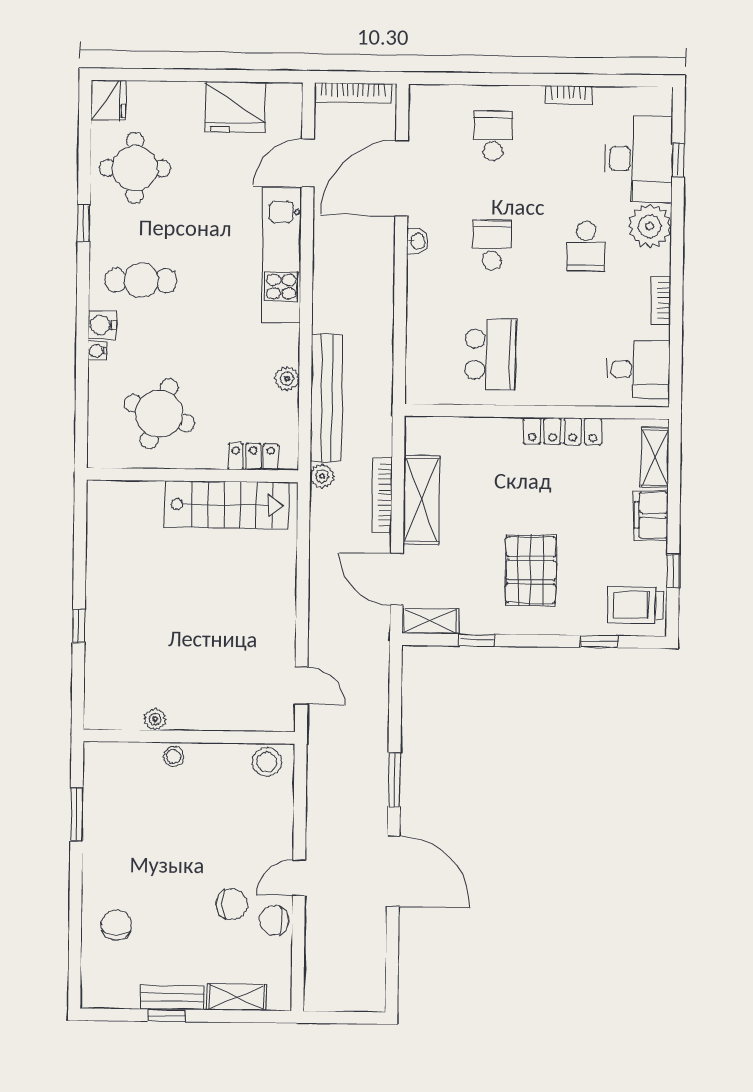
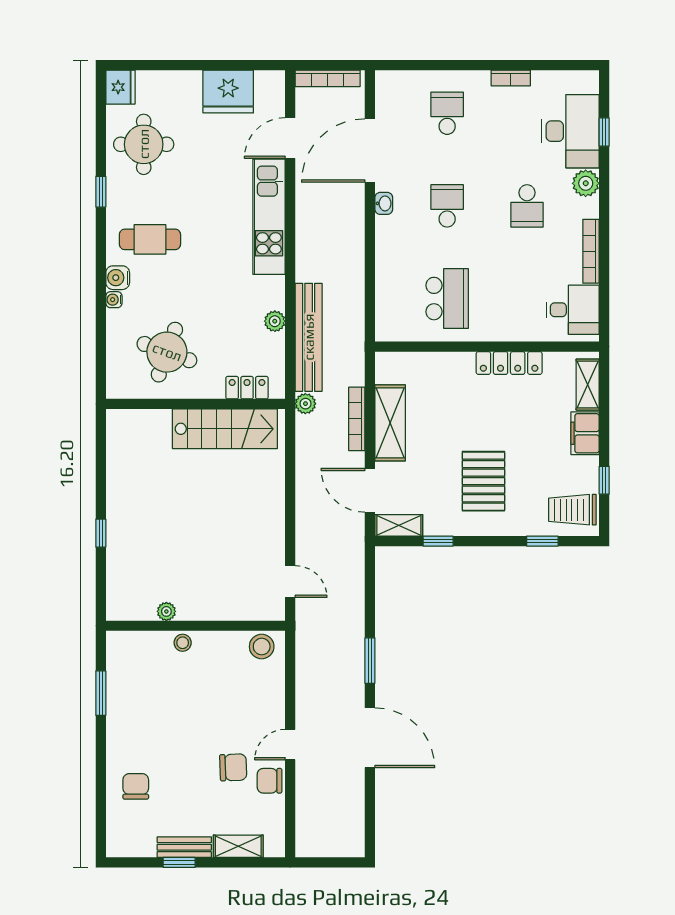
plant: (650, 226) -> (586, 183), width x0.73, depth x0.73
bookcase: (661, 301) -> (591, 251), width x1.56

